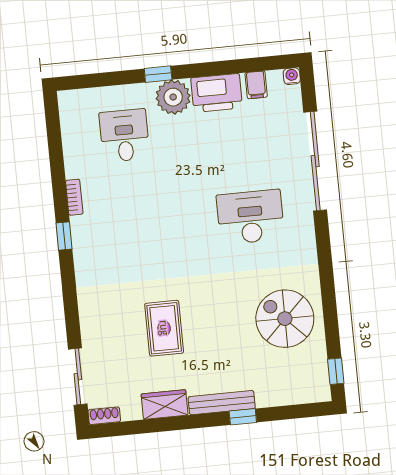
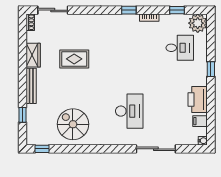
plant: (173, 97) -> (198, 23), moved
window: (55, 147) -> (177, 10), added
sliding door: (315, 161) -> (156, 149), width x0.73
spiral stairs: (285, 319) -> (73, 124), turned -90
window: (243, 417) -> (23, 115), moved

